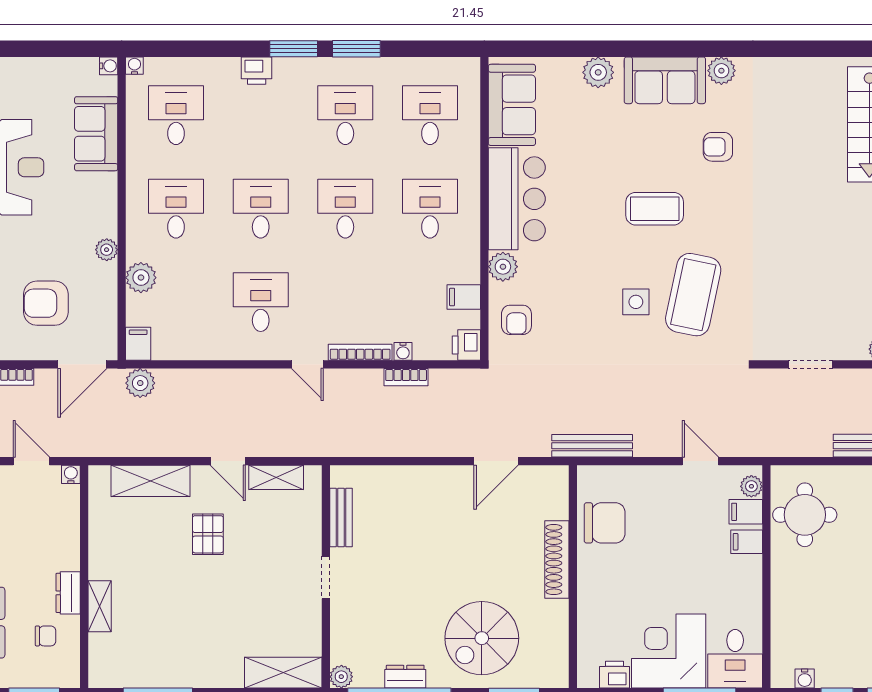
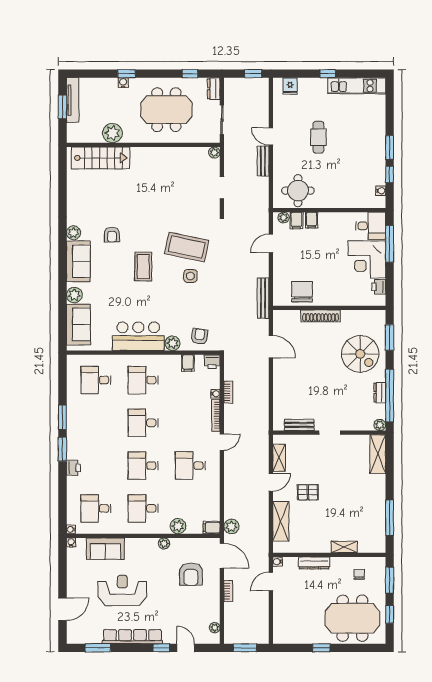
sofa: (512, 105) -> (78, 325), moved, turned 90
desk: (345, 115) -> (96, 423), removed
armchair: (516, 320) -> (199, 336), turned -82
dresser: (68, 593) -> (314, 563), moved, width x1.44

